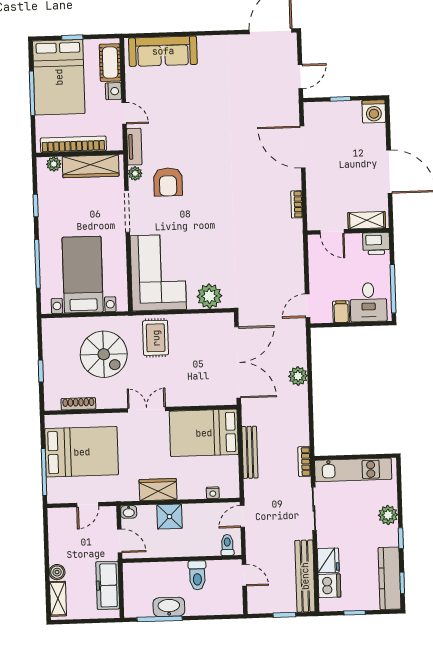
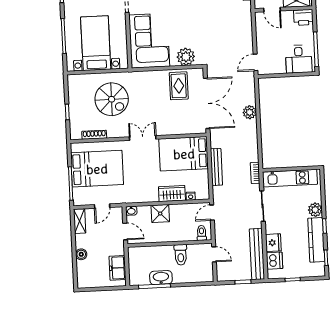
filing cabinet: (341, 312) -> (279, 66), removed
rug: (156, 338) -> (179, 86), moved
wardrobe: (158, 490) -> (172, 194), moved
kitchen counter: (390, 578) -> (316, 240), moved
freezer: (108, 585) -> (118, 268), width x0.71
shelving: (58, 599) -> (80, 221), moved

